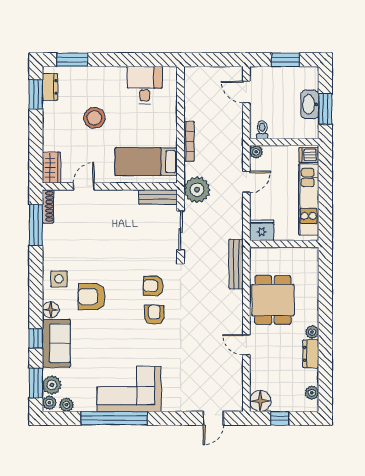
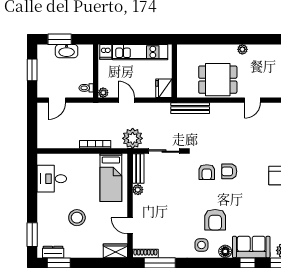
window: (325, 109) -> (60, 39), moved
plant: (130, 197) -> (138, 190), added
dresser: (311, 354) -> (259, 50), removed

